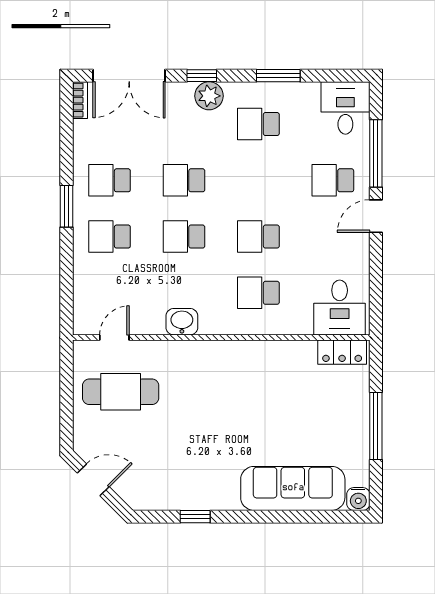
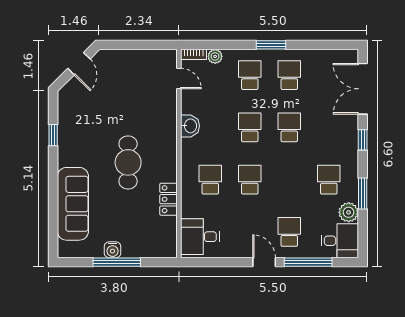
plant: (209, 96) -> (349, 212), moved
bookcase: (80, 100) -> (193, 54), moved
plant: (83, 286) -> (215, 56), added
locker: (342, 352) -> (169, 199), moved
cafe table: (121, 392) -> (128, 162), moved
water cooler: (358, 499) -> (113, 250), moved, turned -90

